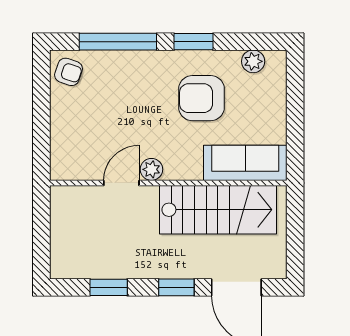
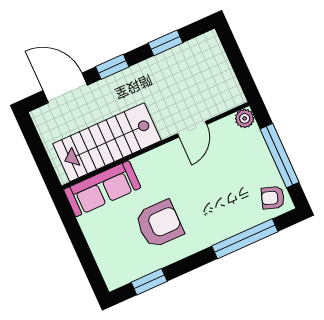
window: (193, 42) -> (149, 282), moved
plant: (253, 61) -> (132, 271), removed
window: (41, 113) -> (280, 156), added
plant: (151, 169) -> (245, 118), moved

